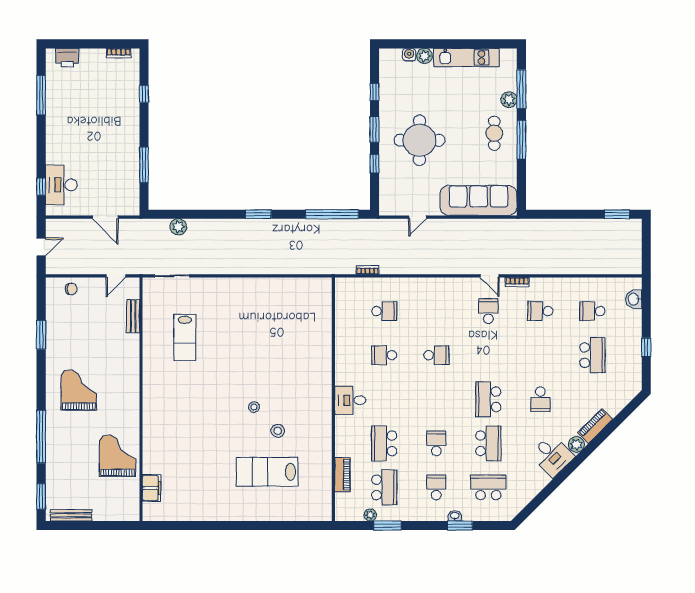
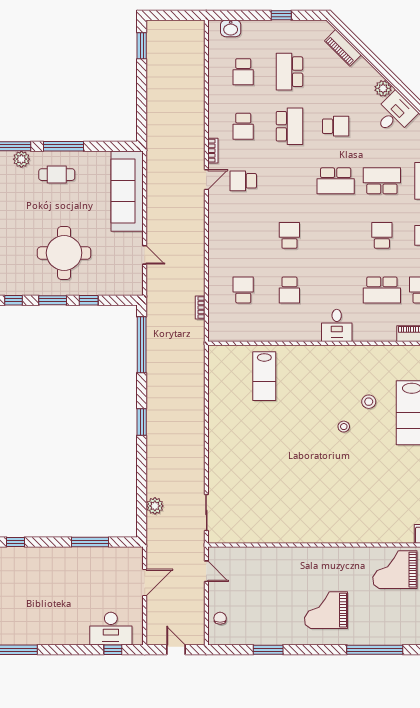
bench: (133, 316) -> (249, 553), removed
lab bench: (185, 338) -> (264, 376), moved, turned 90
school desk: (540, 355) -> (289, 126), added
school desk: (592, 355) -> (289, 72), turned -90
piano: (595, 426) -> (343, 48), moved
school desk: (436, 443) -> (382, 235), turned 90

